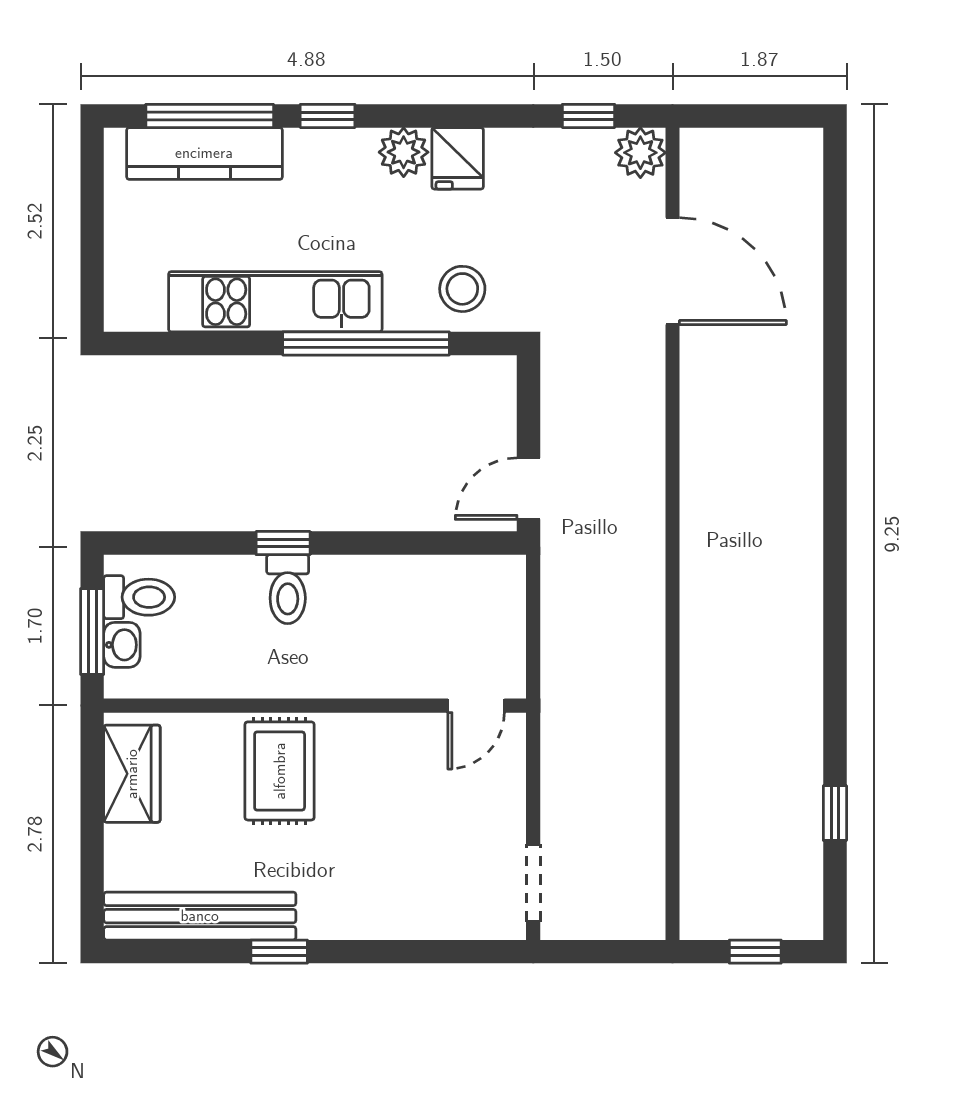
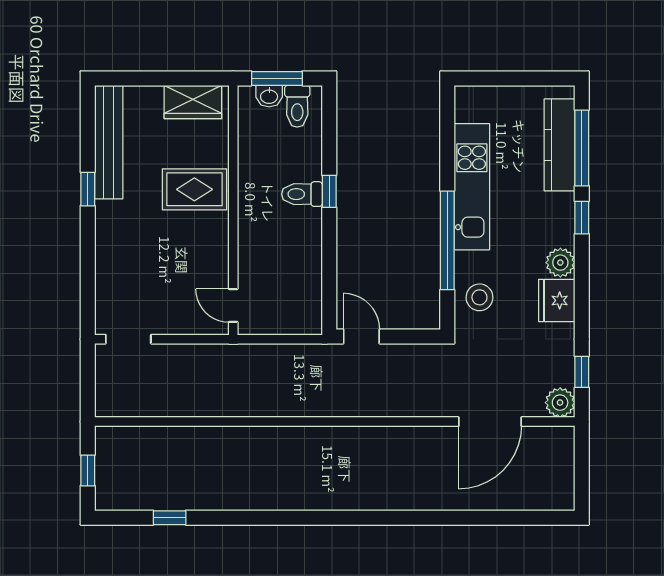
fridge: (458, 158) -> (557, 300), width x1.38

